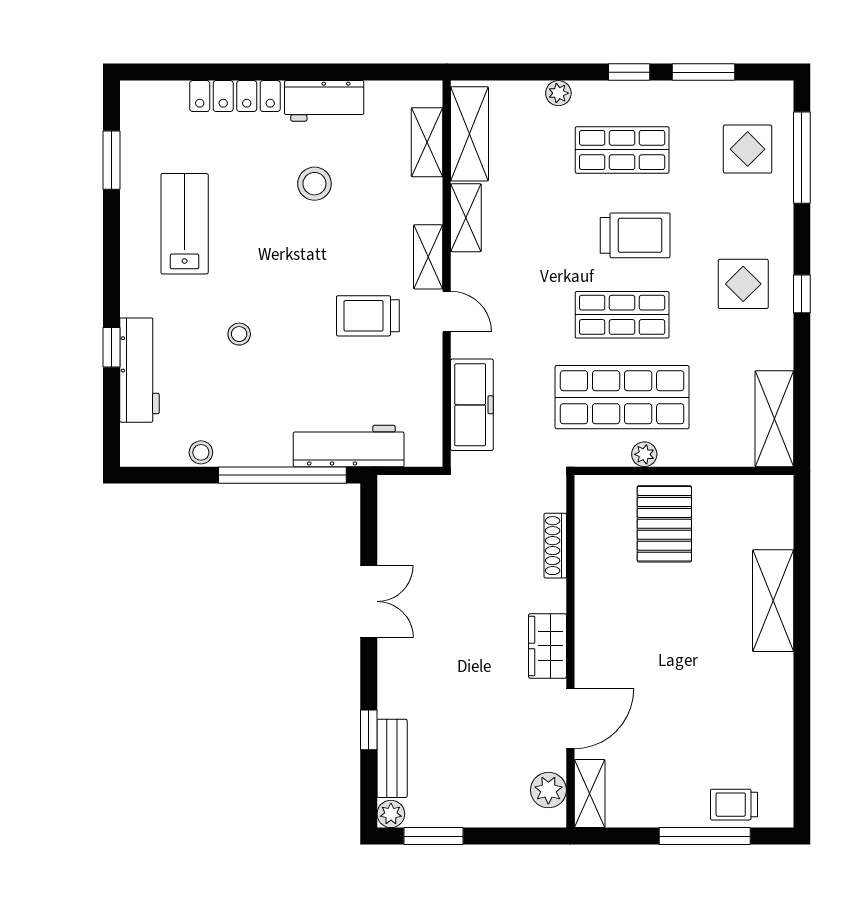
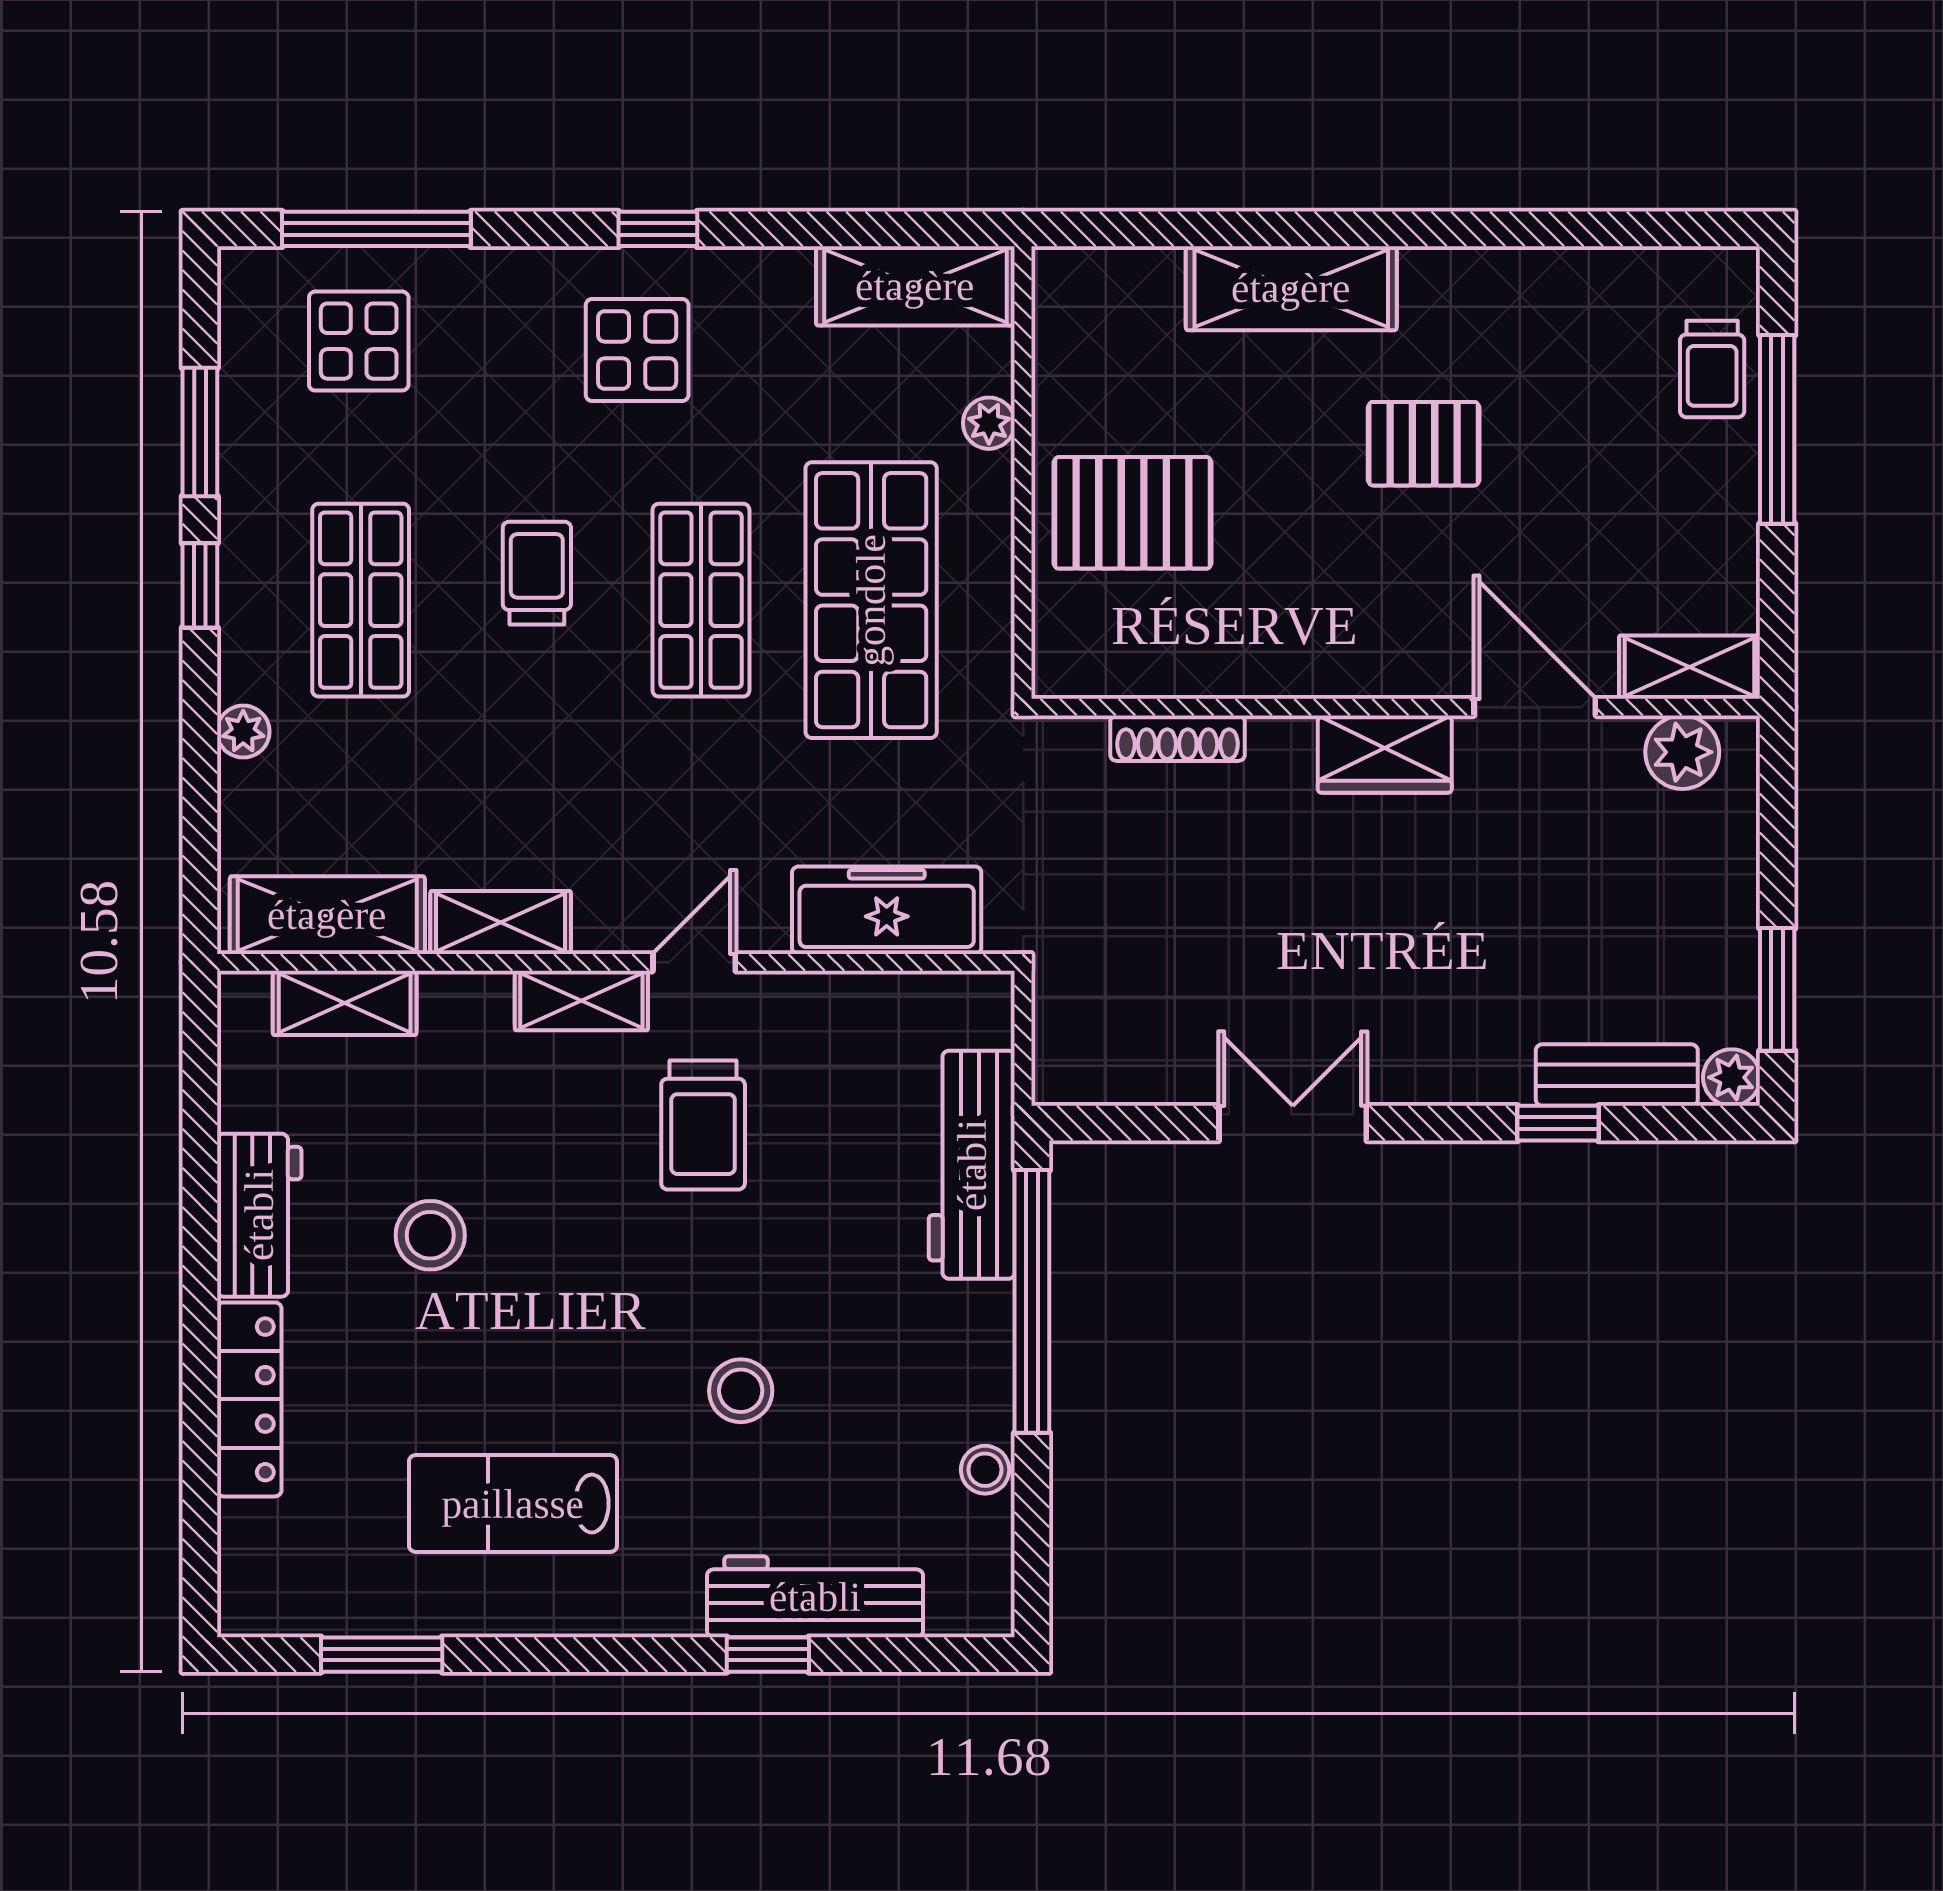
trolley: (635, 235) -> (537, 573), width x0.73, depth x0.72
stool: (239, 334) -> (741, 1391), width x1.37, depth x1.37
plant: (644, 454) -> (989, 423), moved
pallet: (698, 665) -> (1424, 444), added

